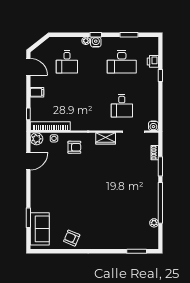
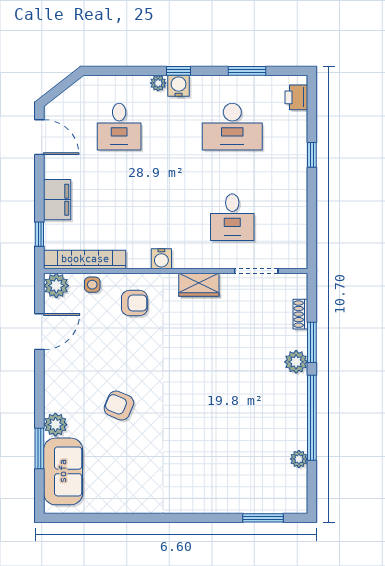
printer: (153, 61) -> (296, 97), moved
filing cabinet: (37, 92) -> (57, 200), width x2.00
water cooler: (153, 126) -> (161, 259), moved
plant: (153, 176) -> (296, 362), added
plant: (36, 206) -> (55, 425), added
armchair: (72, 238) -> (119, 406), moved

